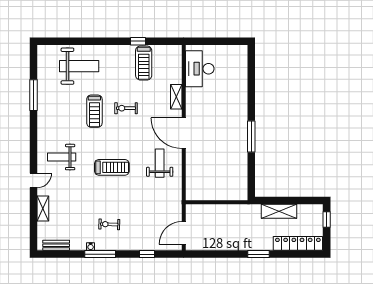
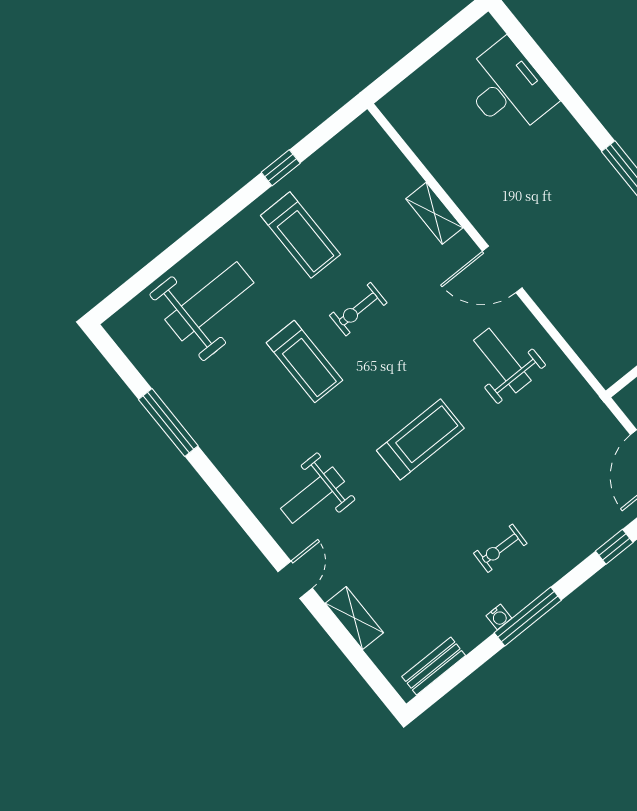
treadmill: (144, 63) -> (300, 235), moved
desk: (200, 69) -> (507, 89), moved, turned 180
door: (184, 133) -> (502, 269), width x0.73

